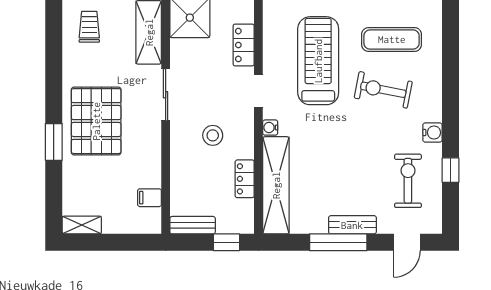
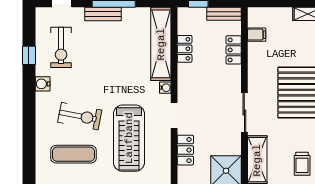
stool: (213, 135) -> (209, 82), removed
locker: (180, 177) -> (234, 50), added

